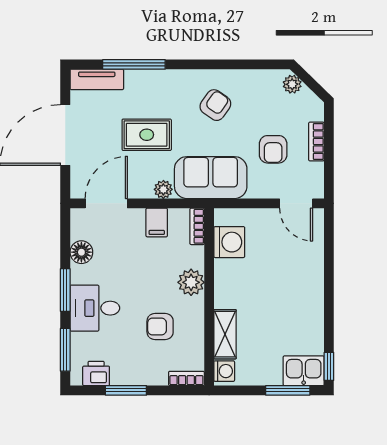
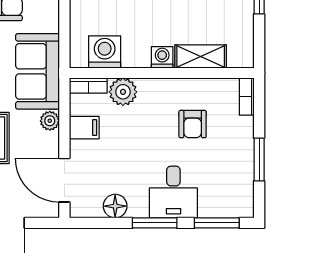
plant: (191, 282) -> (123, 92), moved
washing machine: (224, 371) -> (162, 57), moved
printer: (96, 373) -> (242, 191), removed

